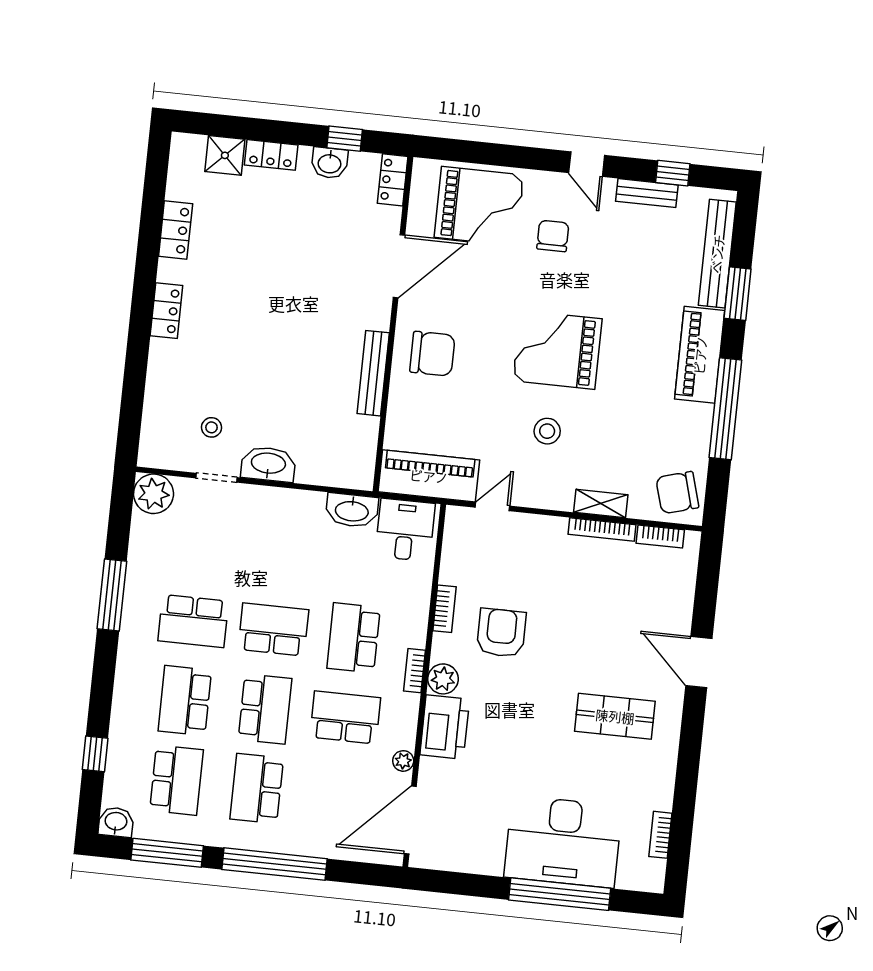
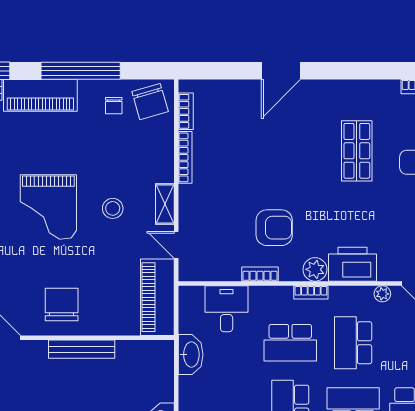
chair: (677, 446) -> (114, 106), added
shelving: (601, 504) -> (165, 204), moved
desk: (405, 530) -> (227, 309), moved, turned 90
armchair: (501, 633) -> (274, 228), turned 180
shop shelf: (615, 716) -> (357, 151), moved

